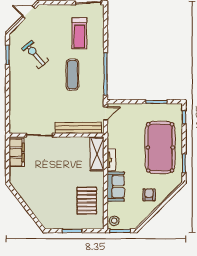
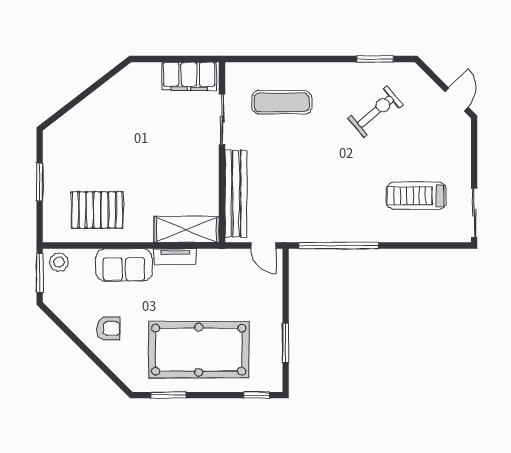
exercise mat: (72, 75) -> (282, 102), moved

